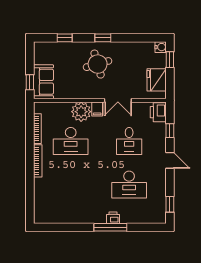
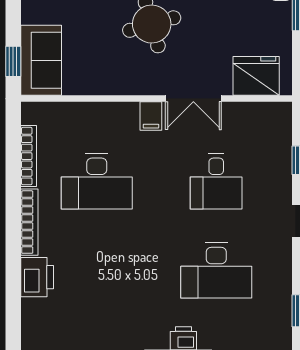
fridge: (157, 80) -> (256, 76), moved, turned 90
plant: (81, 112) -> (118, 122), removed
printer: (158, 112) -> (37, 277), moved, turned 180

